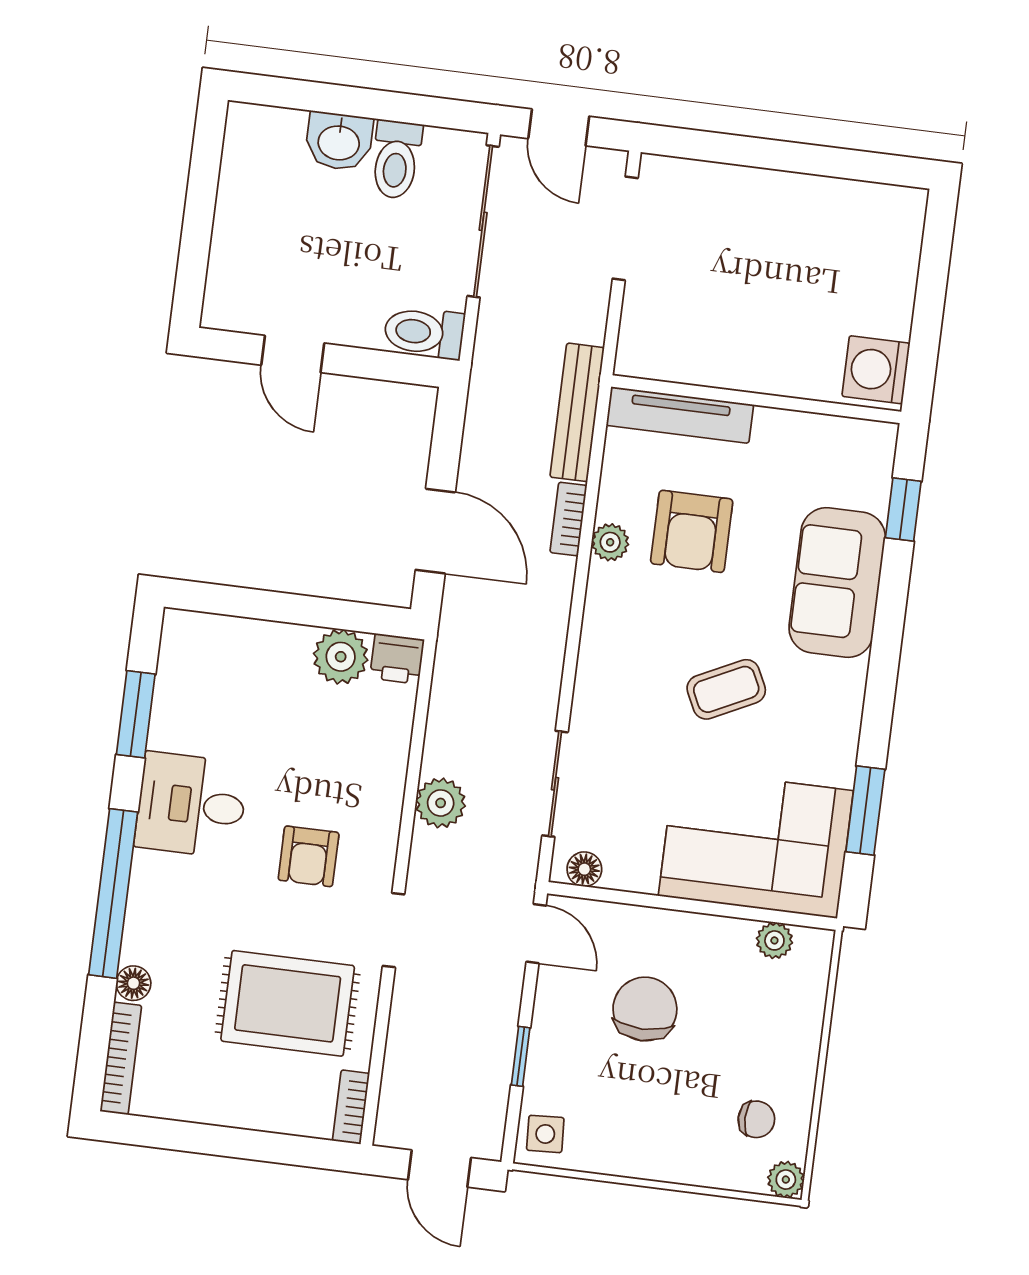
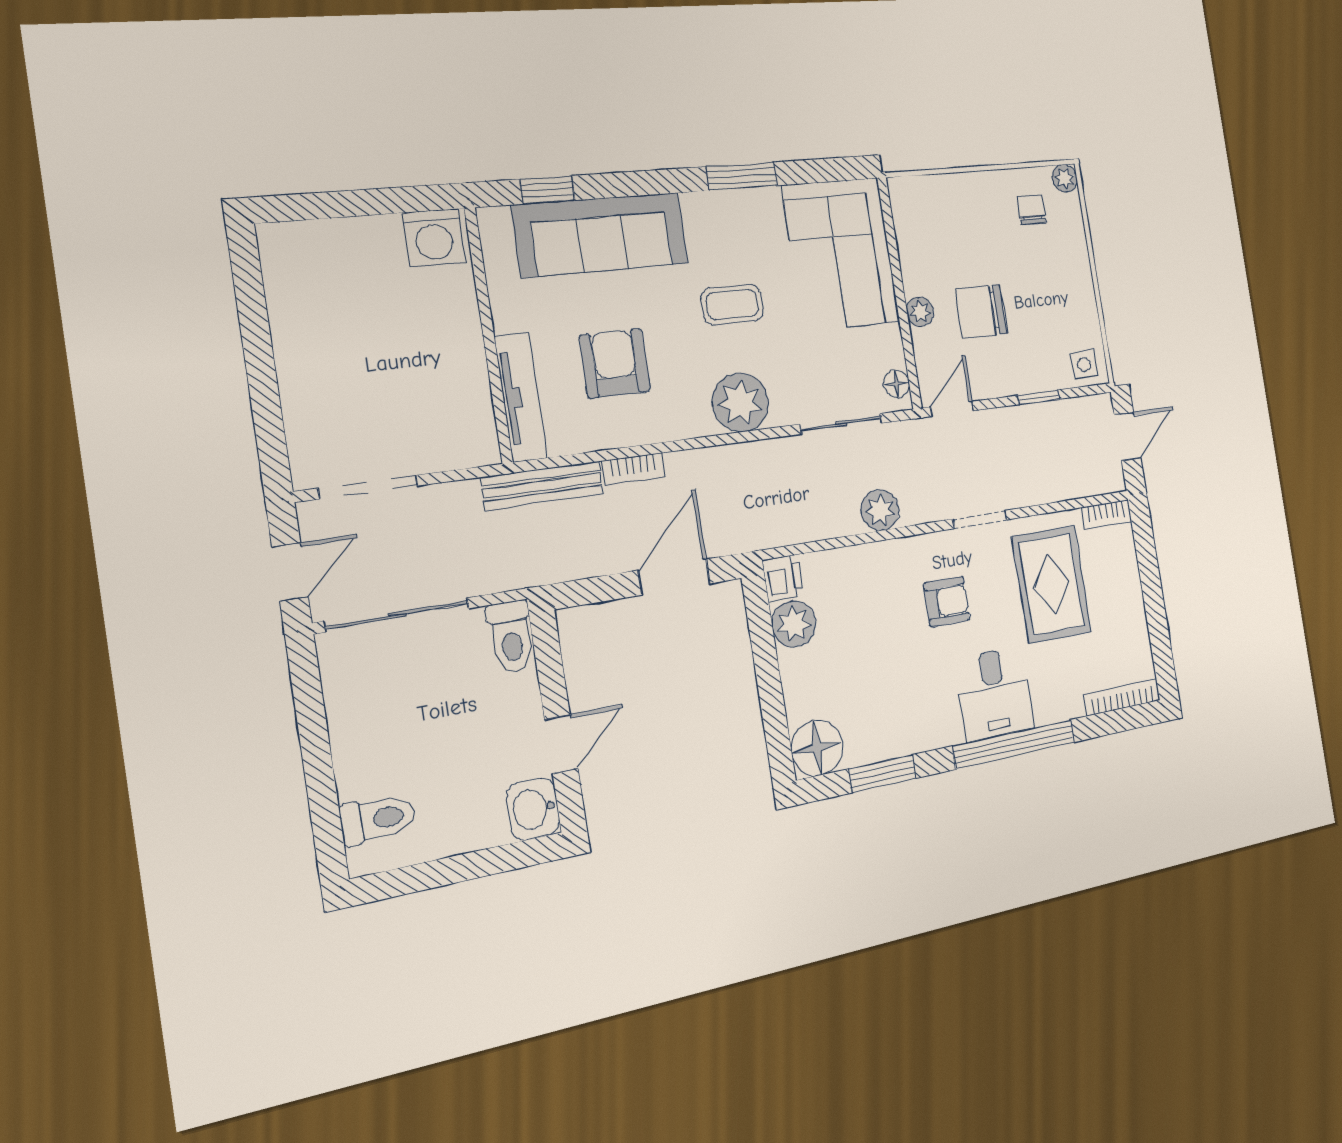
washbasin: (339, 141) -> (533, 809), moved, turned 180
toilet: (396, 160) -> (378, 819), moved
armchair: (692, 531) -> (615, 363), turned -90
plant: (610, 542) -> (740, 403), moved, width x1.88, depth x1.88
sofa: (837, 583) -> (601, 234), width x1.36
coffee table: (726, 689) -> (732, 305), turned -64
desk: (191, 805) -> (995, 693), moved
window: (865, 811) -> (742, 176), moved
plant: (774, 940) -> (920, 312), moved
floor lamp: (133, 983) -> (817, 748), moved, width x1.89, depth x1.89

